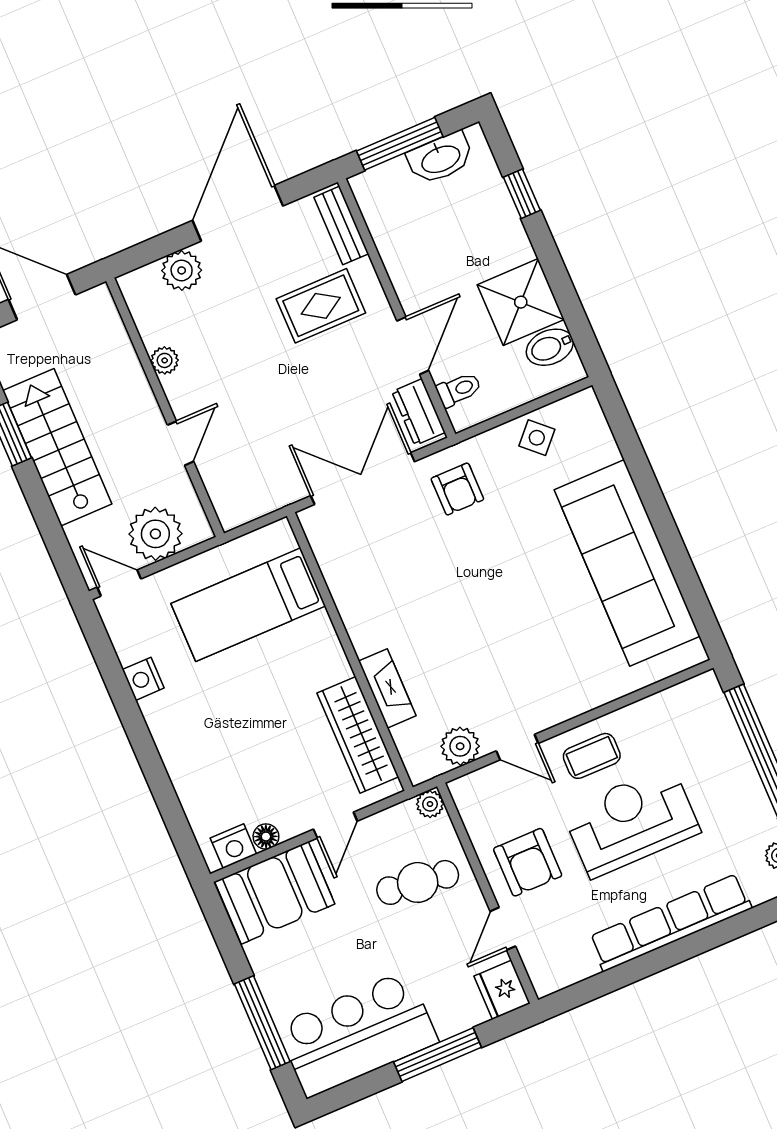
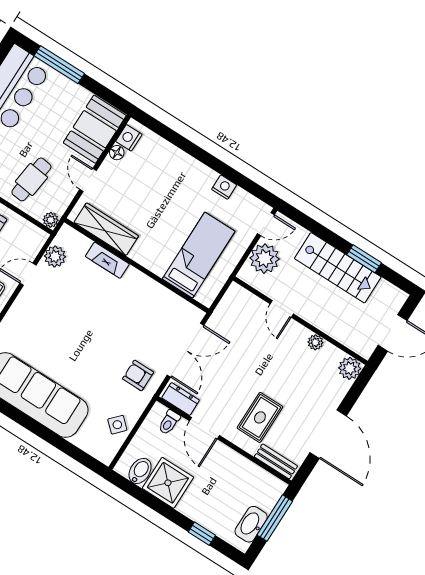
plant: (182, 270) -> (350, 368), moved

